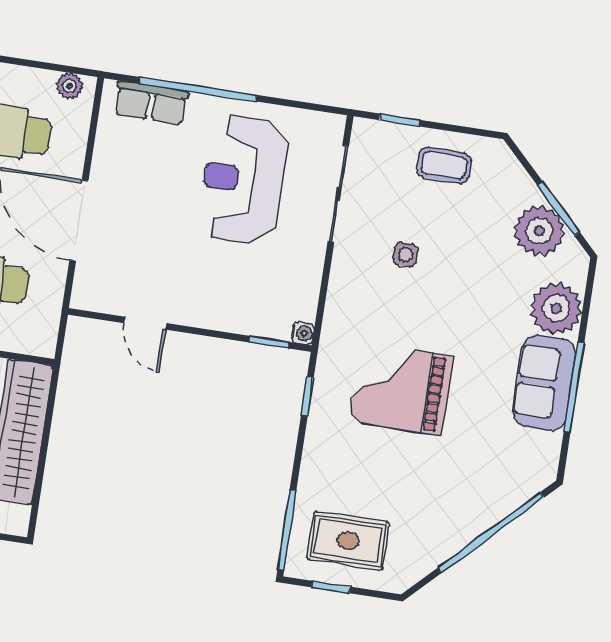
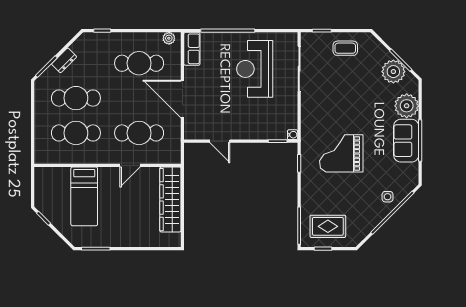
row of seats: (151, 103) -> (192, 49), moved, turned -90
side table: (405, 255) -> (388, 197), moved

